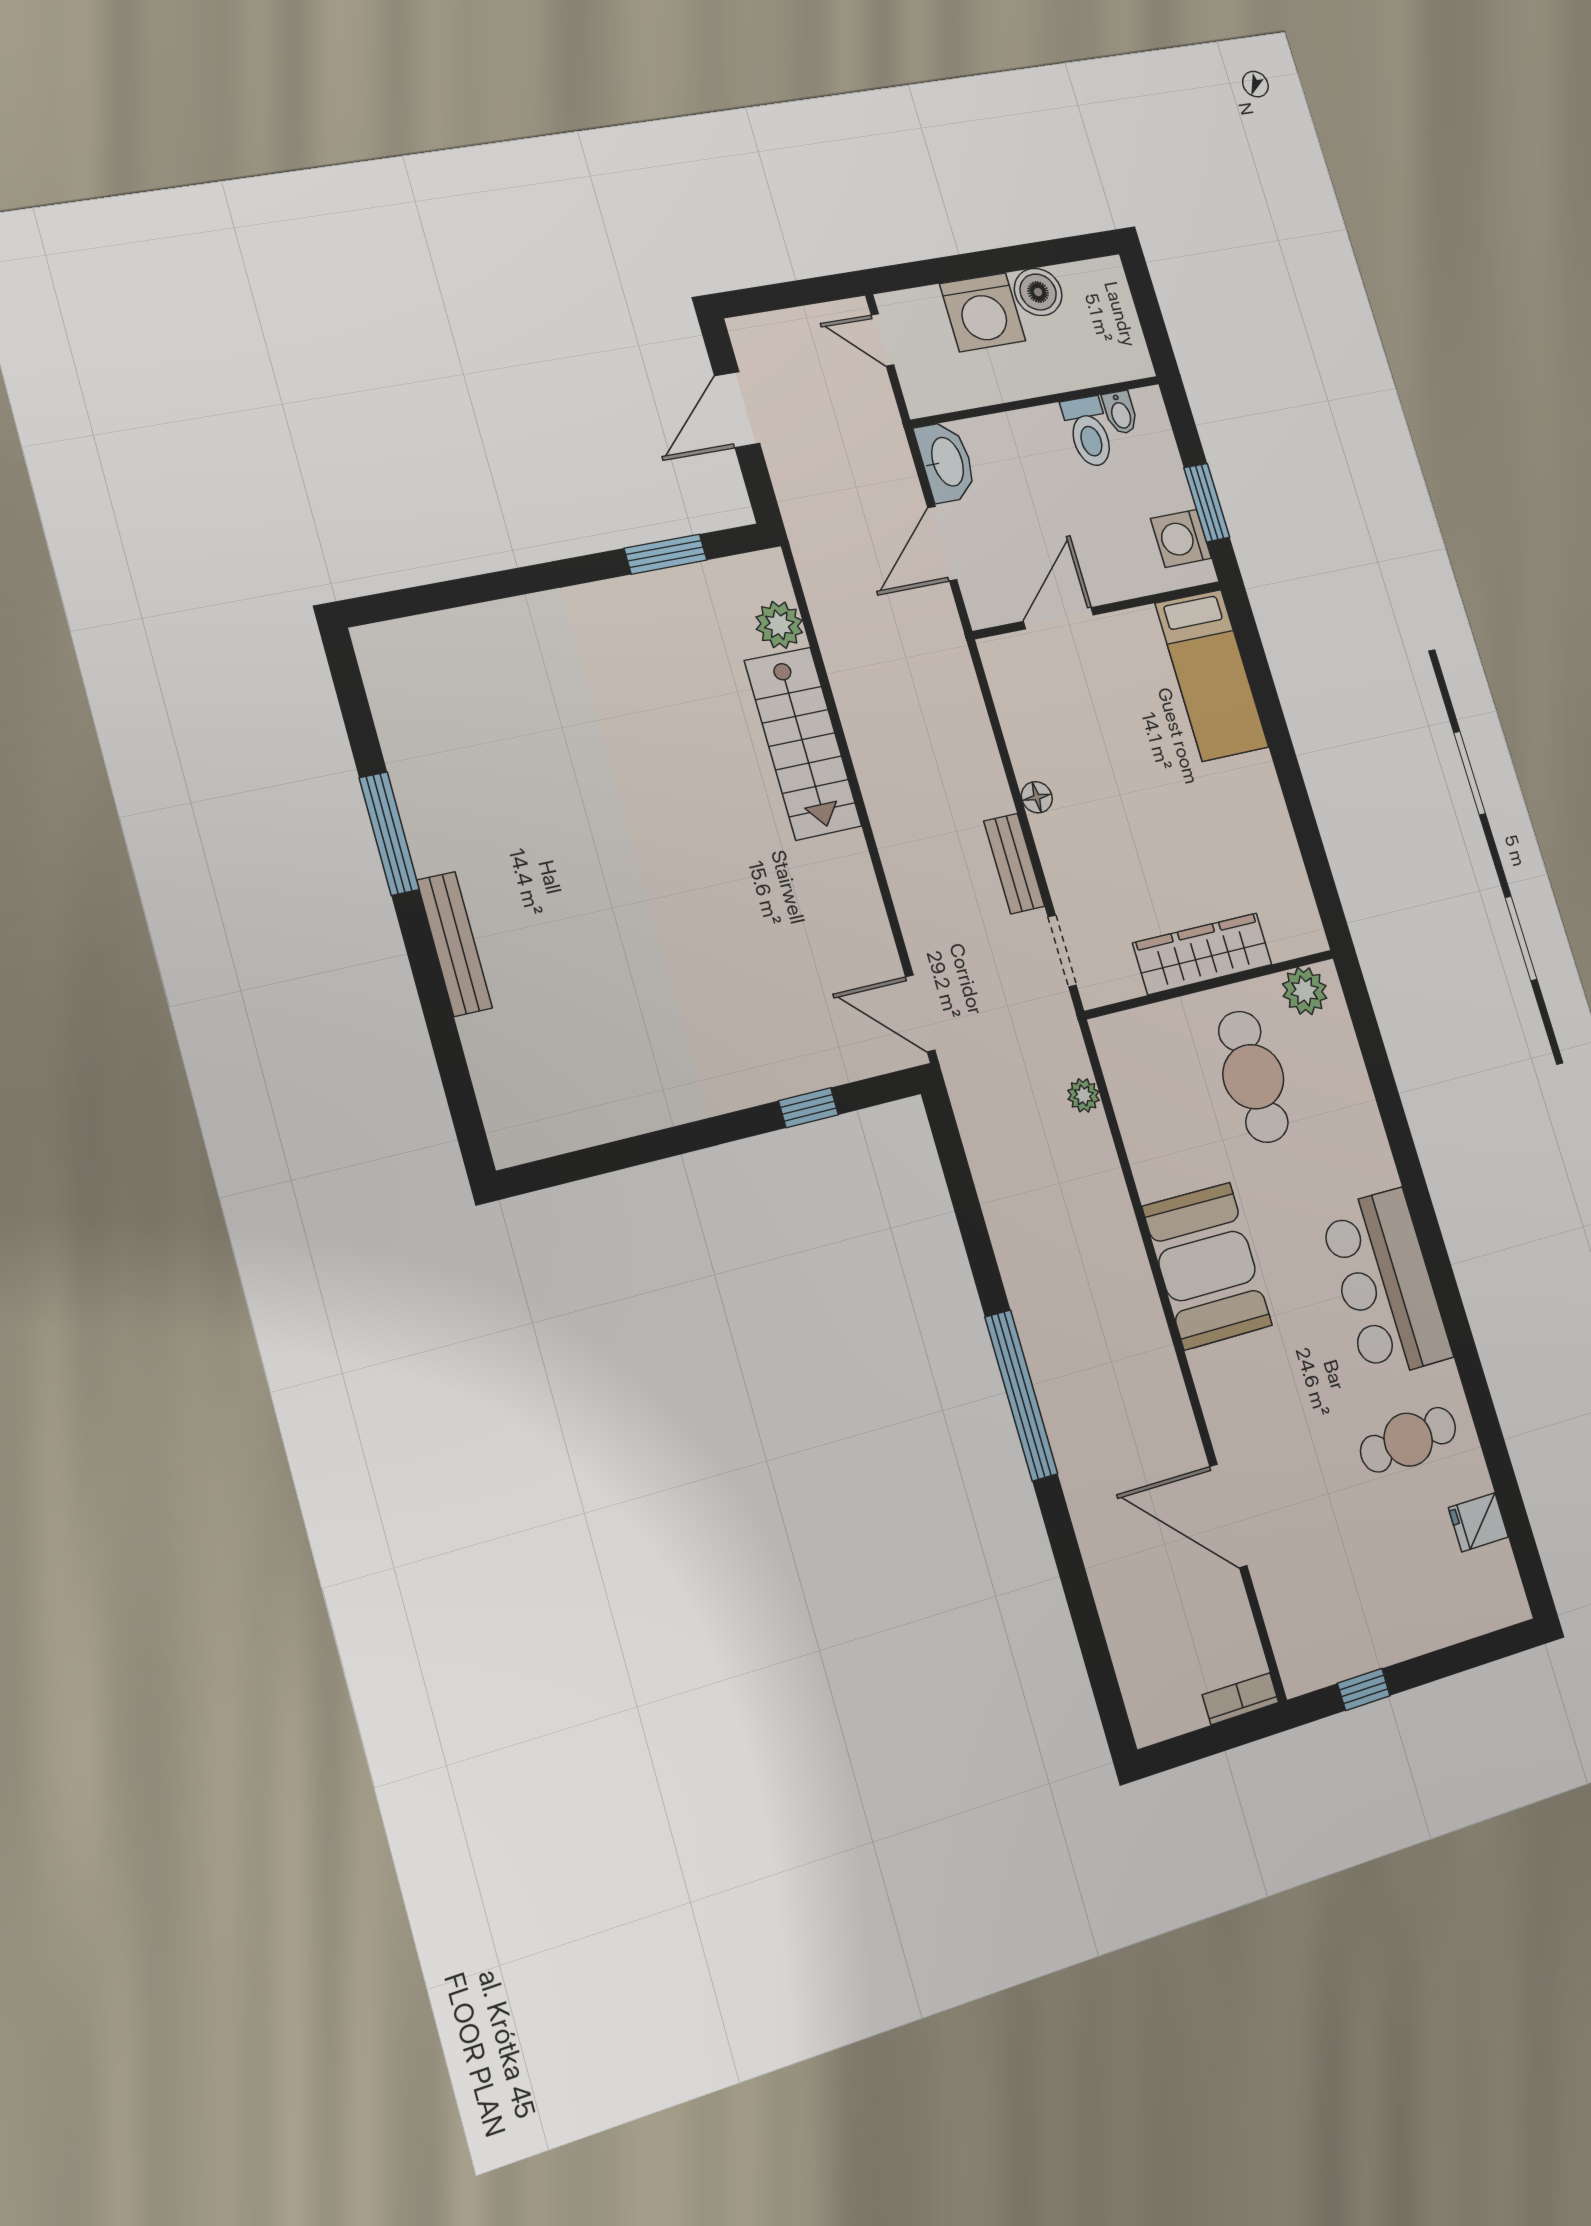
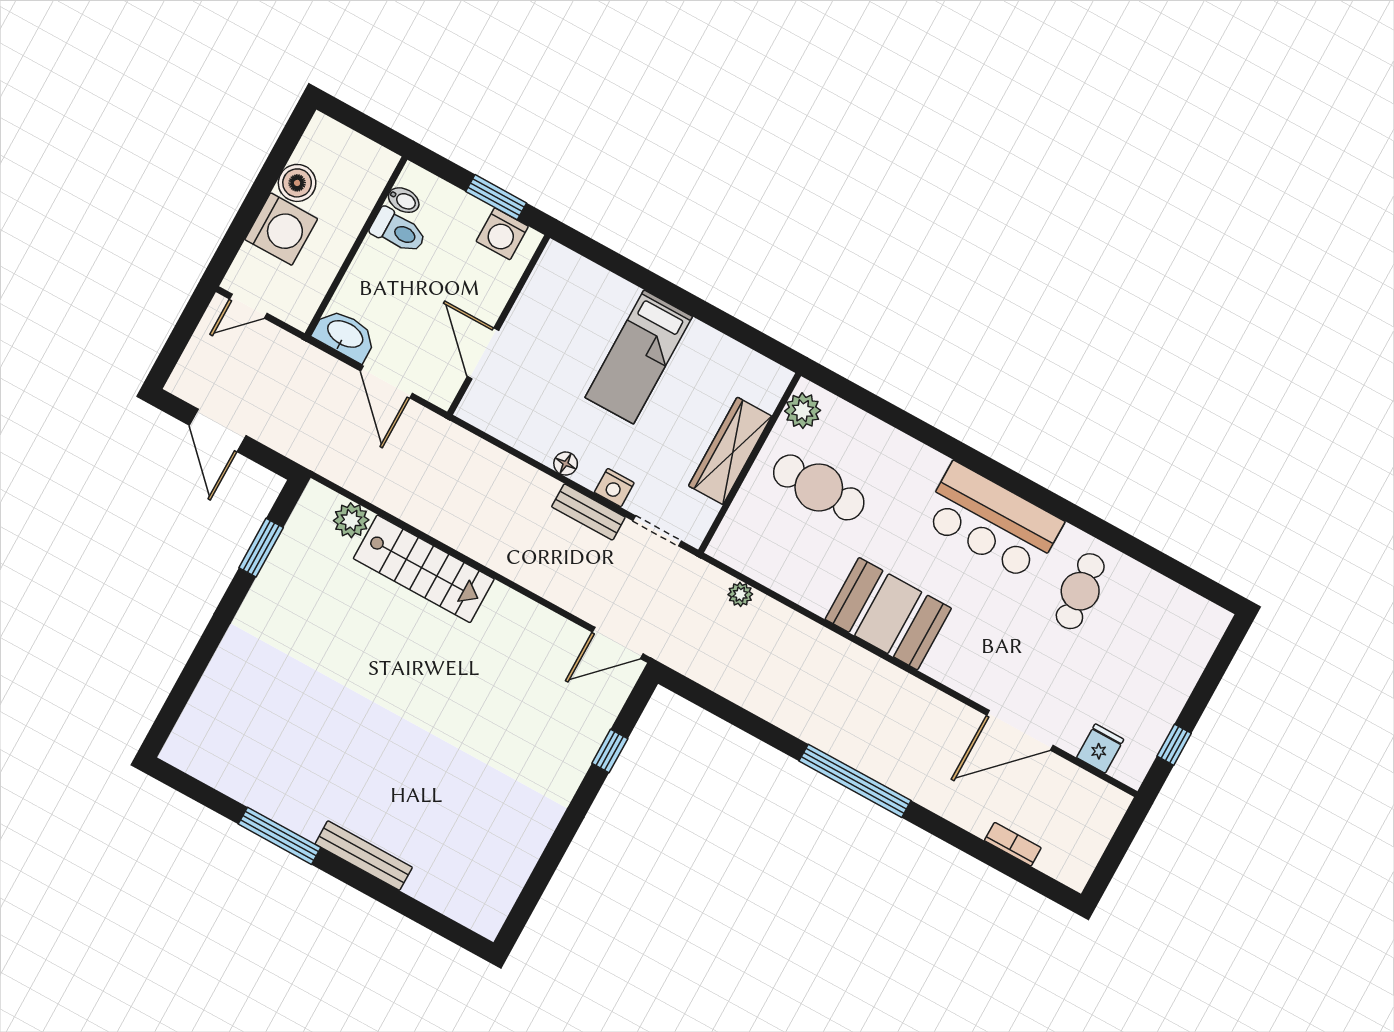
bed: (1212, 675) -> (639, 357), moved, turned 90
nightstand: (1061, 868) -> (614, 488), added
fridge: (1478, 1522) -> (1100, 748), moved, turned 180
bookcase: (1241, 1699) -> (1013, 844), moved, turned 90

